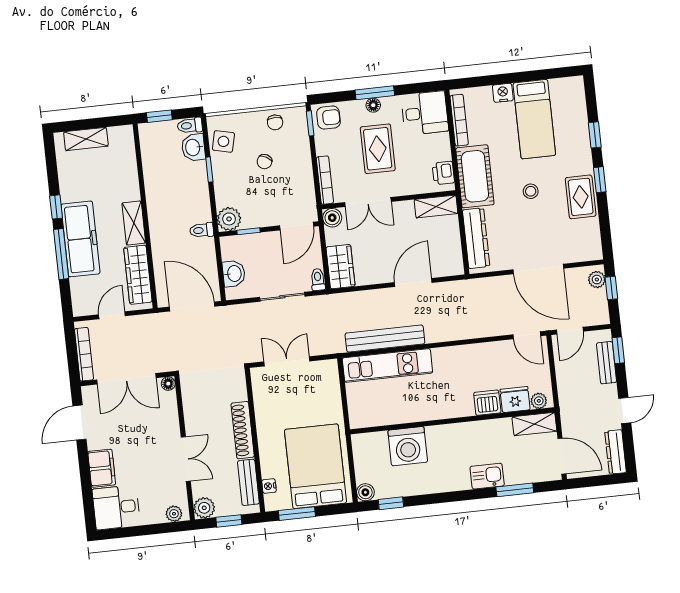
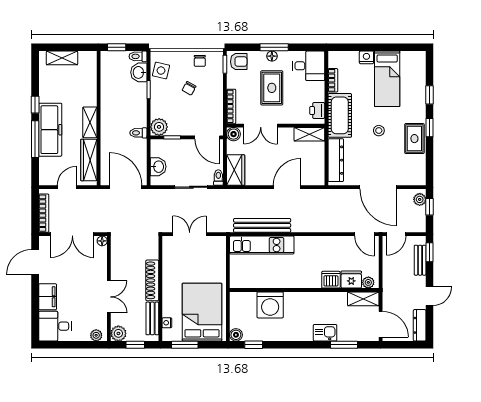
bookcase: (459, 120) -> (333, 80), width x0.64
door: (297, 226) -> (207, 137), hinge flipped

